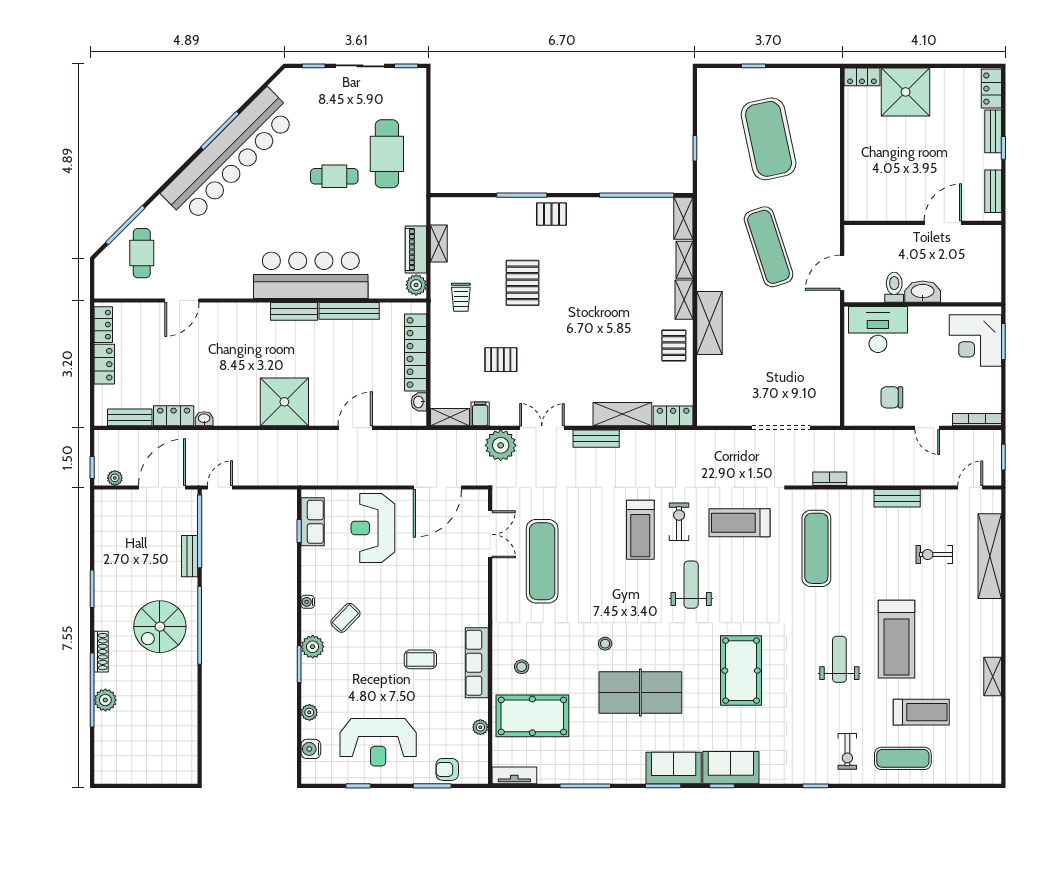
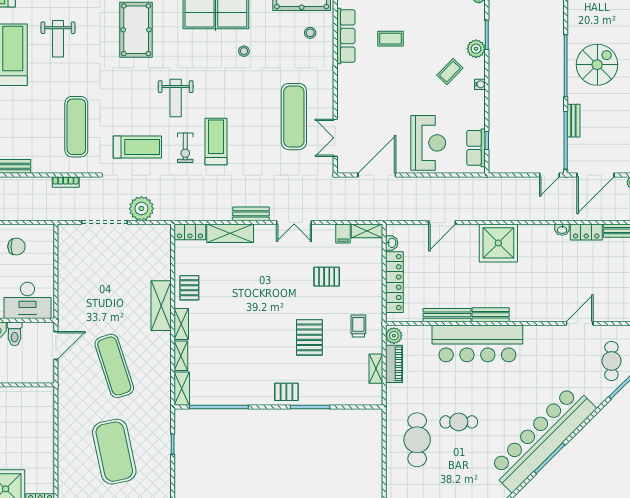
plant: (501, 445) -> (141, 209), moved

